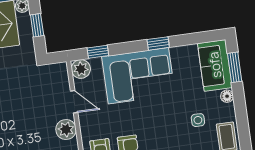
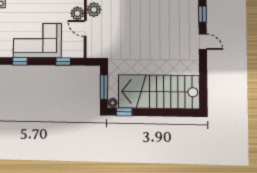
window: (37, 25) -> (104, 87), width x1.50
plant: (81, 69) -> (77, 13), moved

